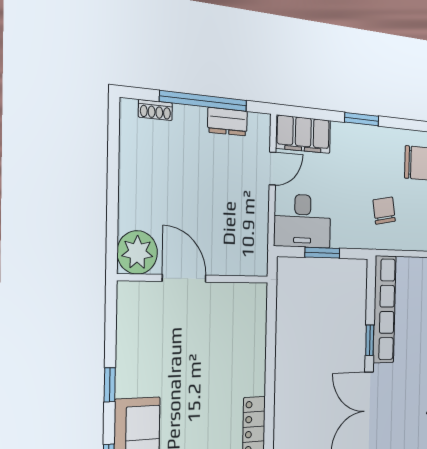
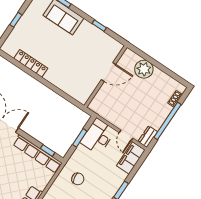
dresser: (228, 122) -> (148, 137), moved
plant: (137, 252) -> (144, 69), moved
window: (370, 340) -> (48, 151), moved
window: (110, 385) -> (99, 26), moved

